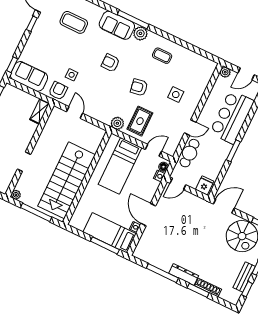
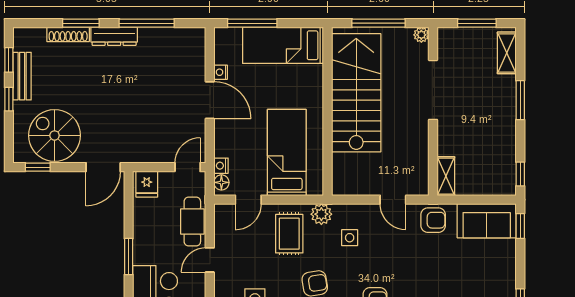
side table: (72, 75) -> (350, 238), moved
armchair: (58, 91) -> (433, 220), turned -90
doorway: (24, 162) -> (433, 90), width x1.88
bed: (110, 233) -> (283, 45), moved, turned 180

